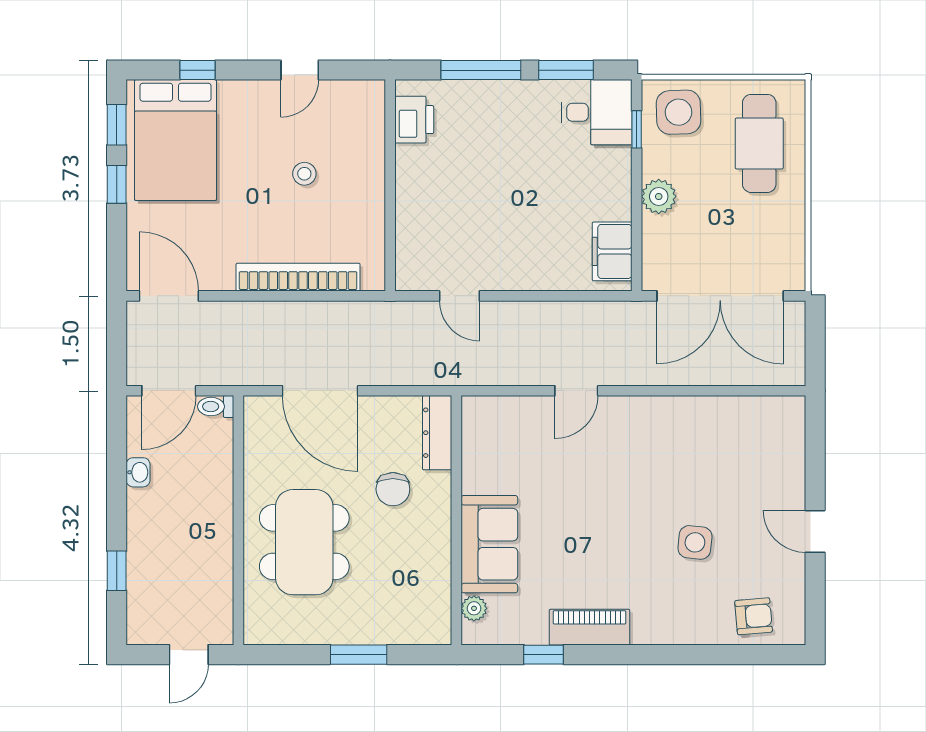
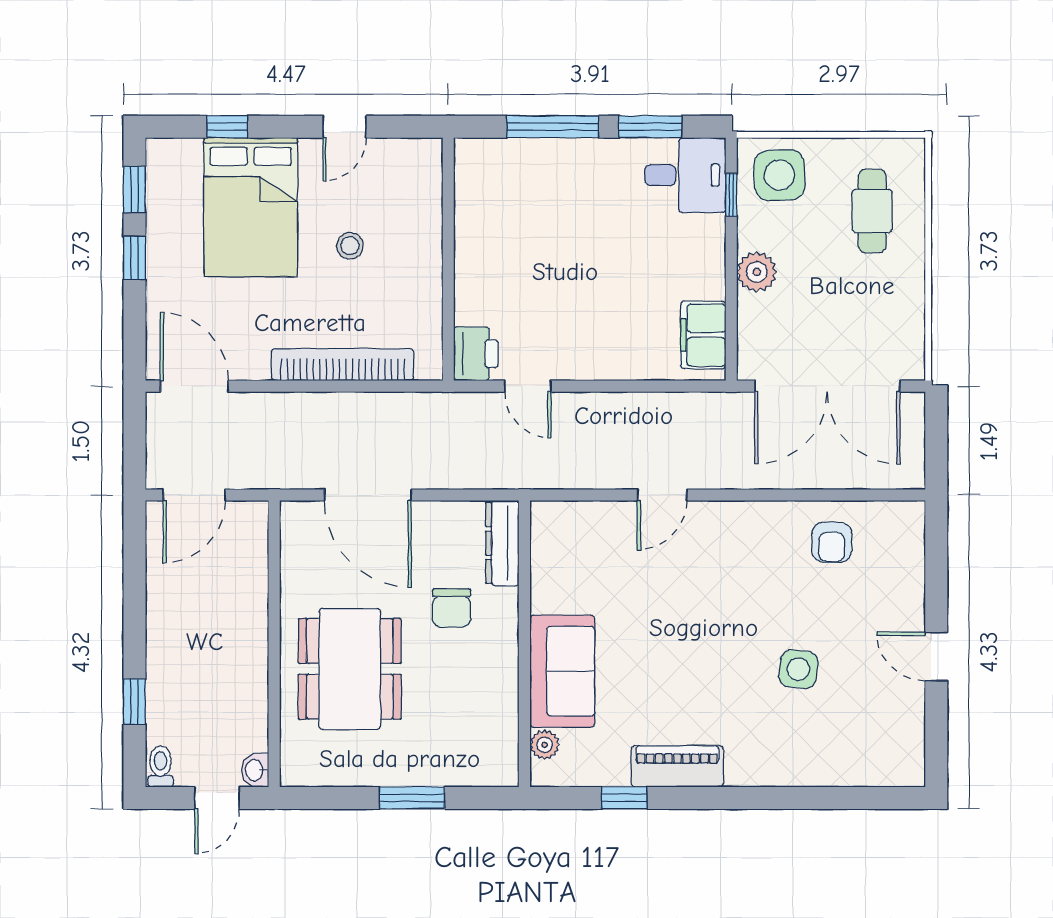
printer: (414, 120) -> (476, 354), moved
bed: (176, 140) -> (251, 207), moved
cafe table: (759, 143) -> (872, 211), width x0.73, depth x0.74
toilet: (216, 407) -> (161, 766), moved, turned 90
washbasin: (138, 472) -> (255, 770), moved, turned 180
armchair: (754, 616) -> (832, 542), moved, turned 96

